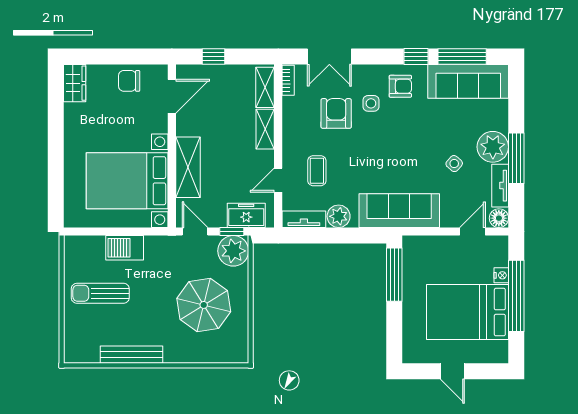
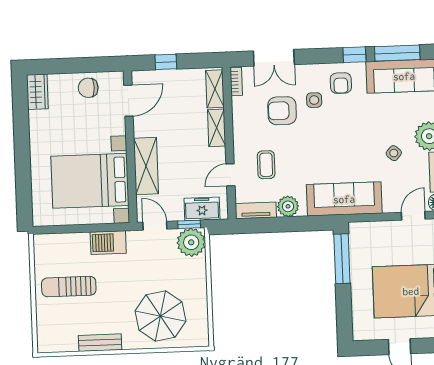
armchair: (400, 86) -> (341, 83), turned 90
armchair: (336, 113) -> (282, 111), turned -90
barbecue: (125, 248) -> (108, 243), moved
parasol: (204, 305) -> (160, 316), moved
bench: (131, 355) -> (100, 343), width x0.73

